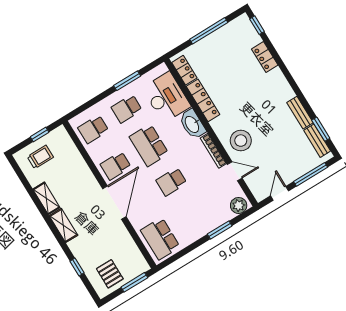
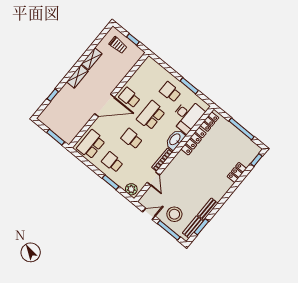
school desk: (93, 129) -> (112, 162), moved
stool: (241, 141) -> (174, 214), moved
pallet: (110, 274) -> (56, 119), removed

